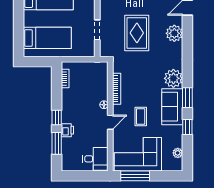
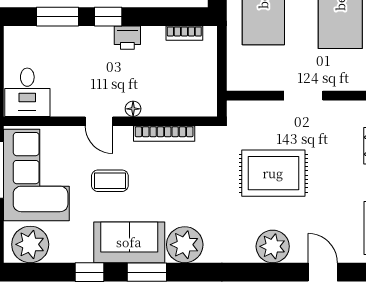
doorway: (97, 30) -> (303, 96), moved
printer: (67, 130) -> (127, 38), moved
plant: (178, 153) -> (30, 244), width x1.88, depth x1.88

